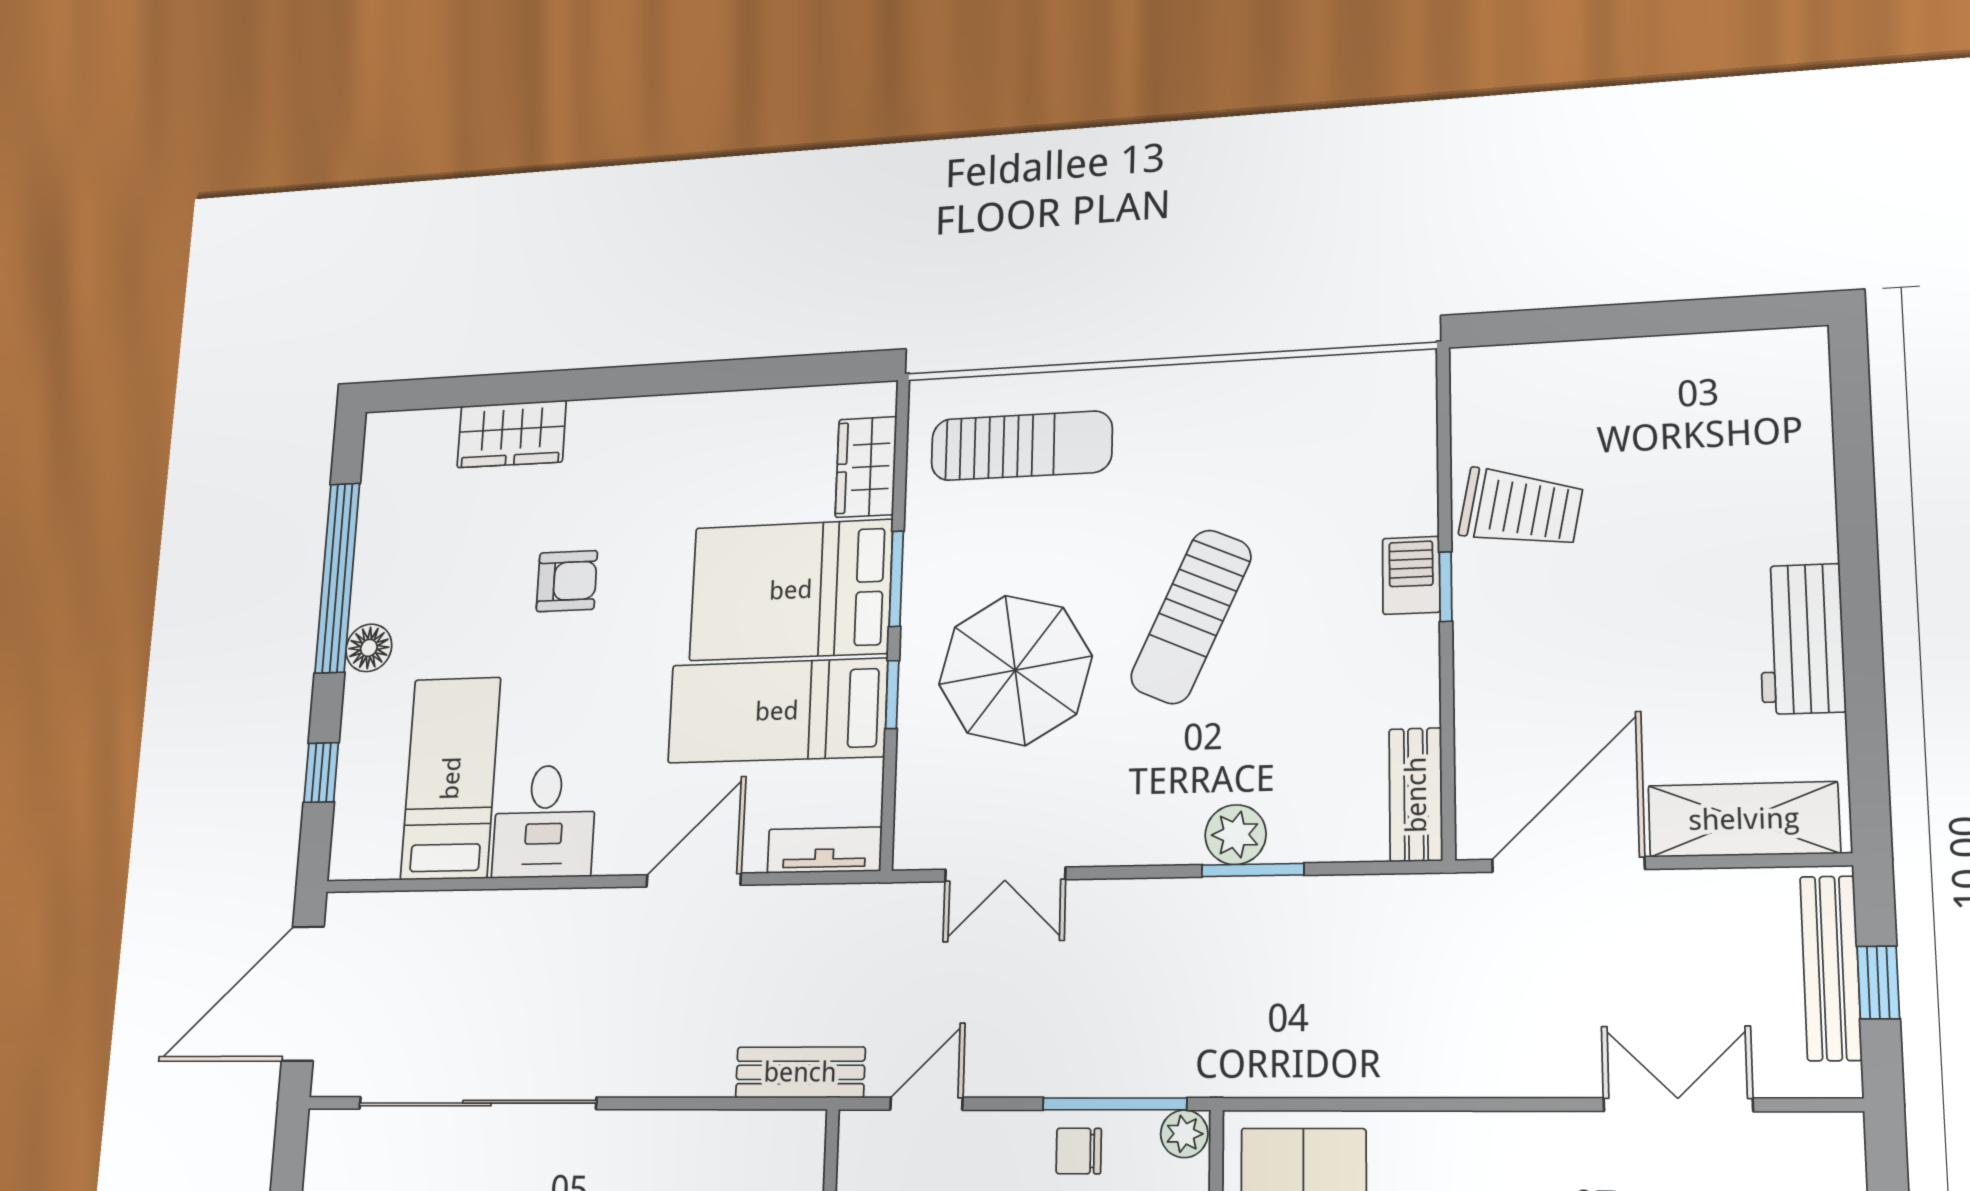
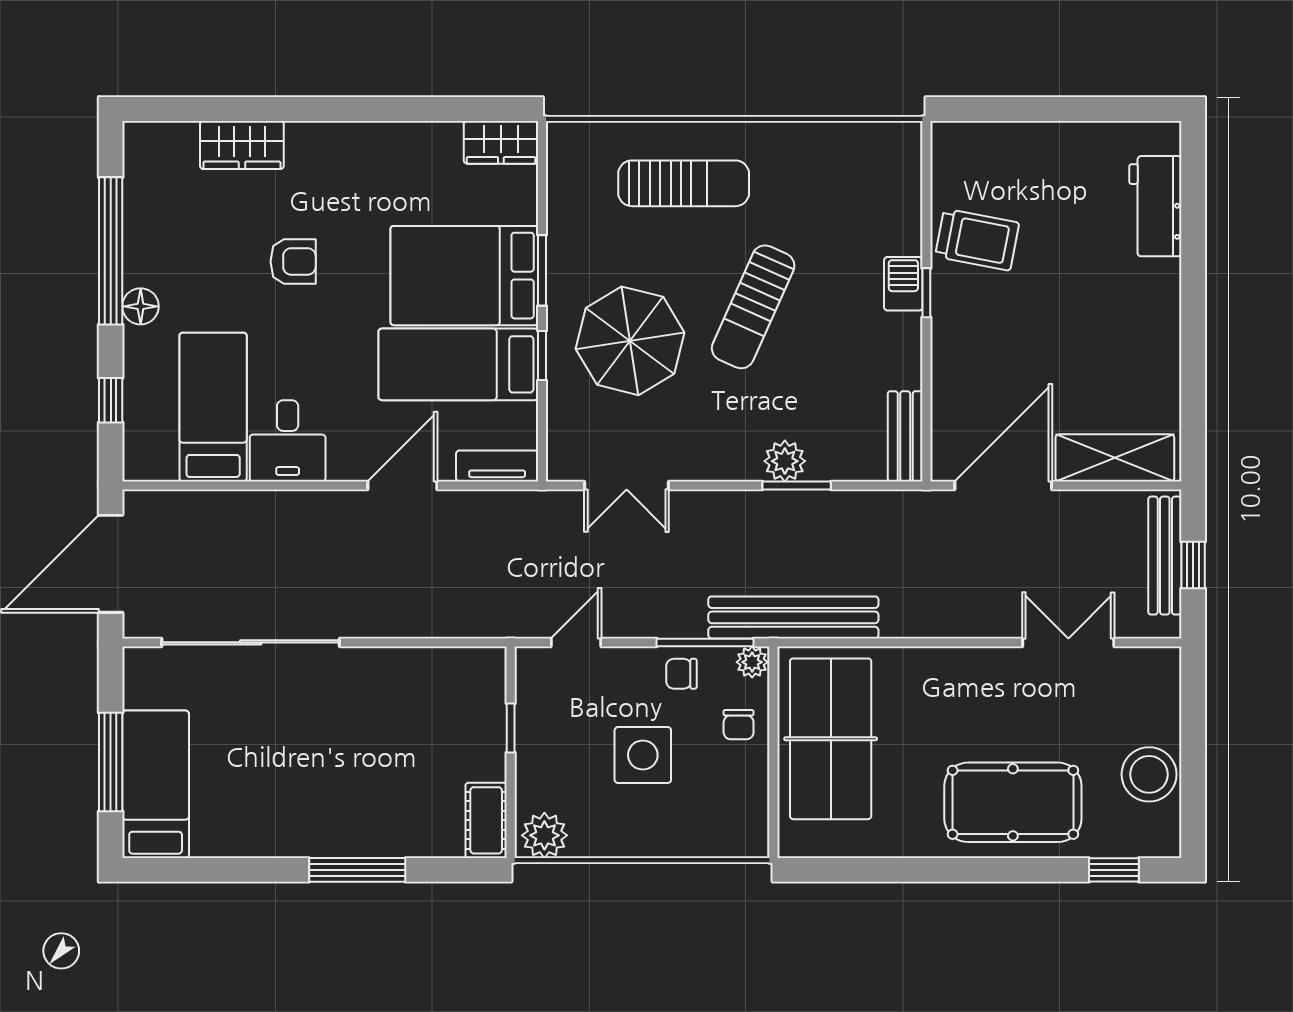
sun lounger: (1021, 446) -> (684, 183), moved
wardrobe: (866, 467) -> (501, 142), moved, turned -90
workbench: (1801, 639) -> (1155, 206), moved
bench: (800, 1072) -> (793, 617), moved, width x1.86, depth x1.21

